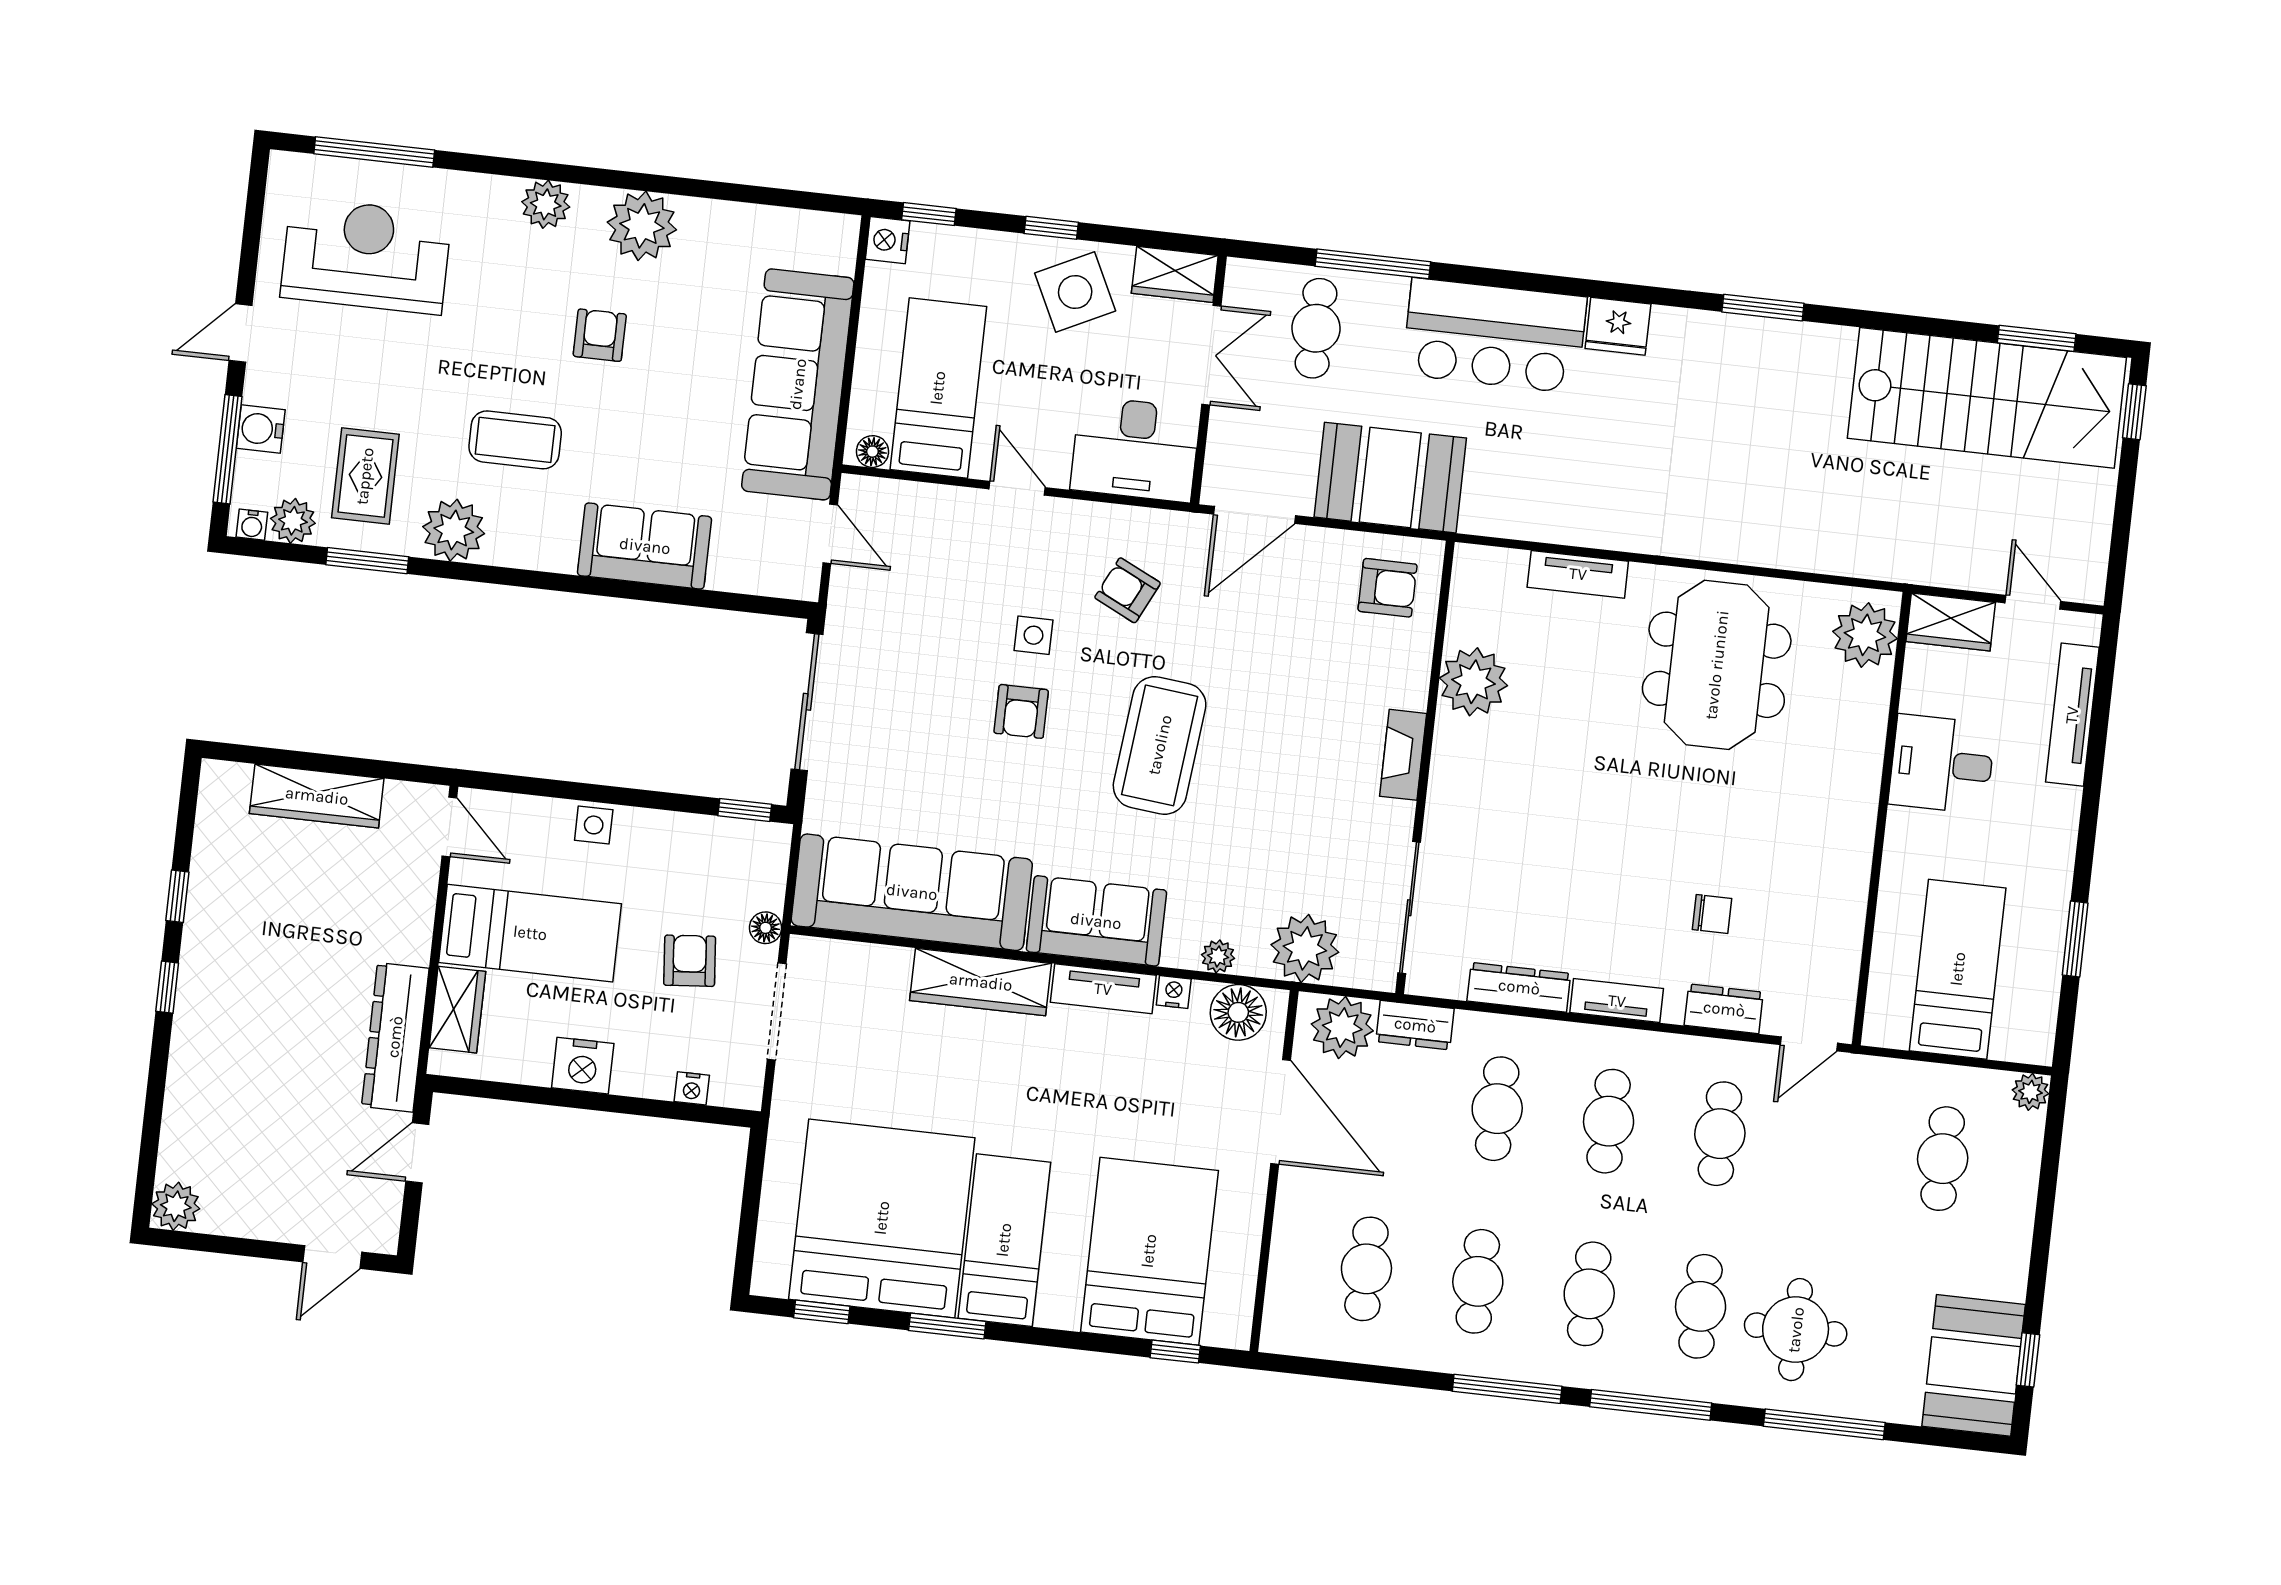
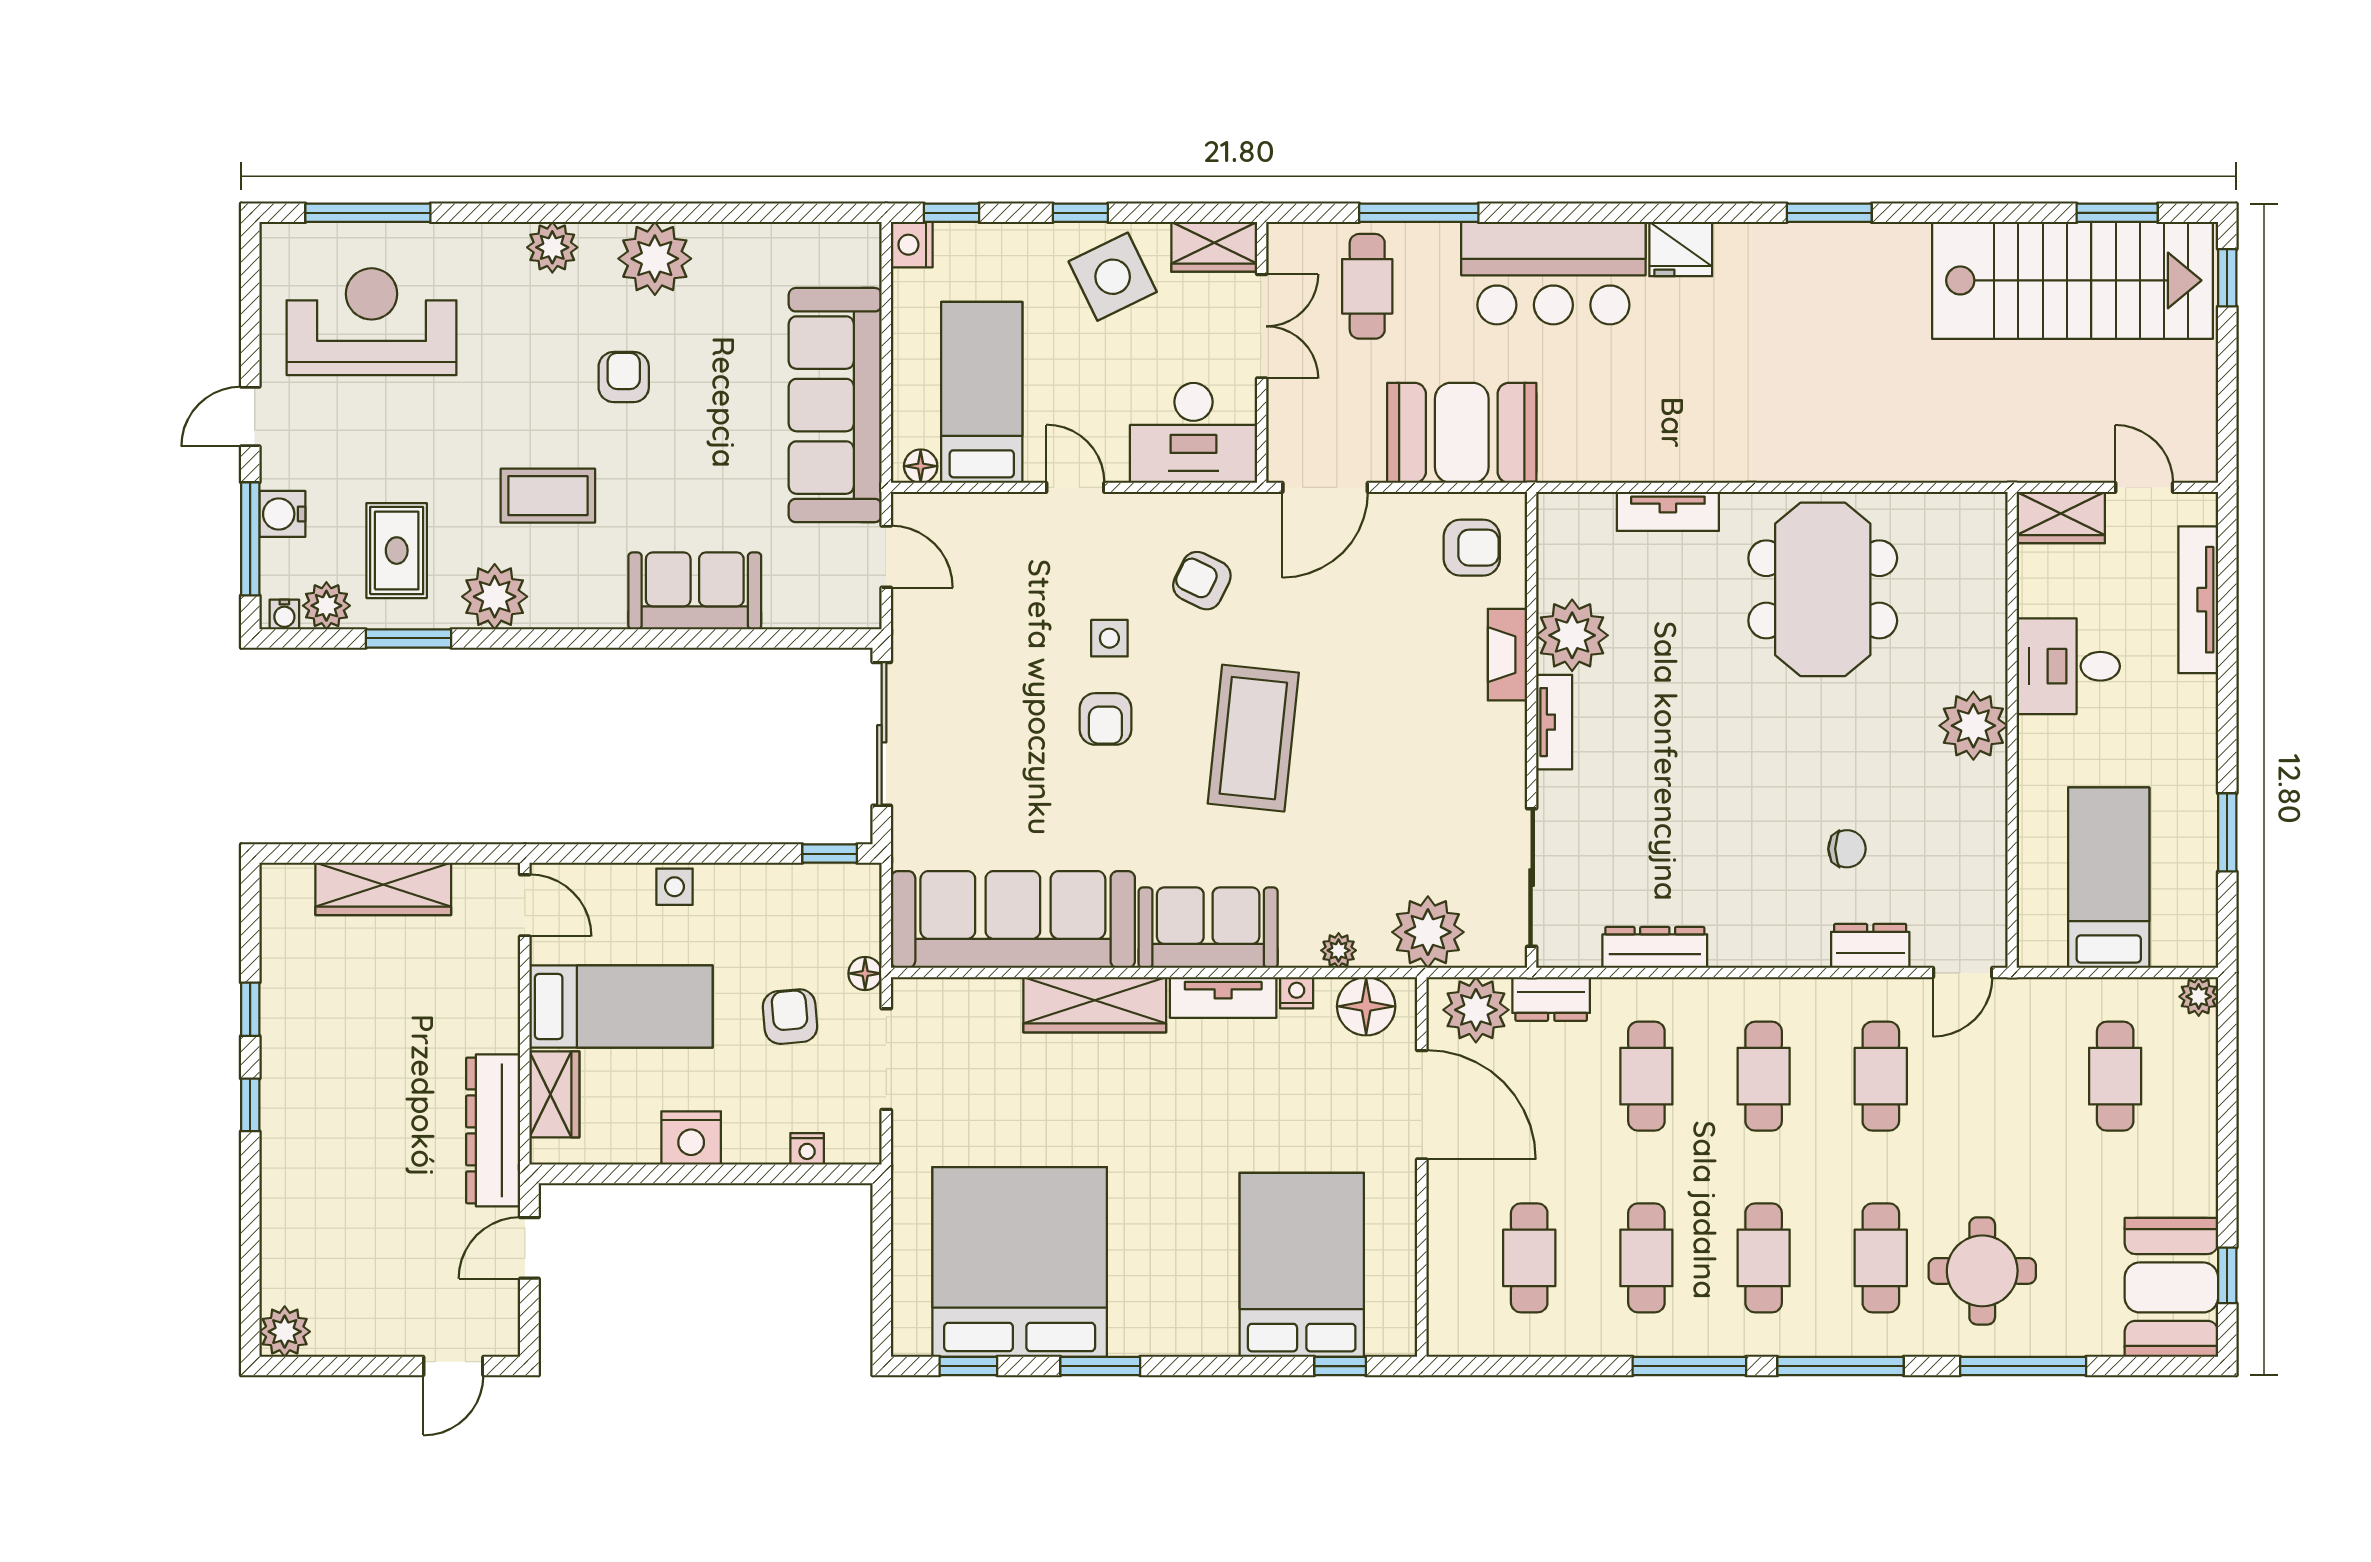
plant: (1865, 635) -> (1973, 726), moved
fireplace: (1403, 755) -> (1507, 655), moved
tv unit: (1617, 1001) -> (1554, 722), moved, turned 90
bed: (1004, 1240) -> (1150, 1270), removed

